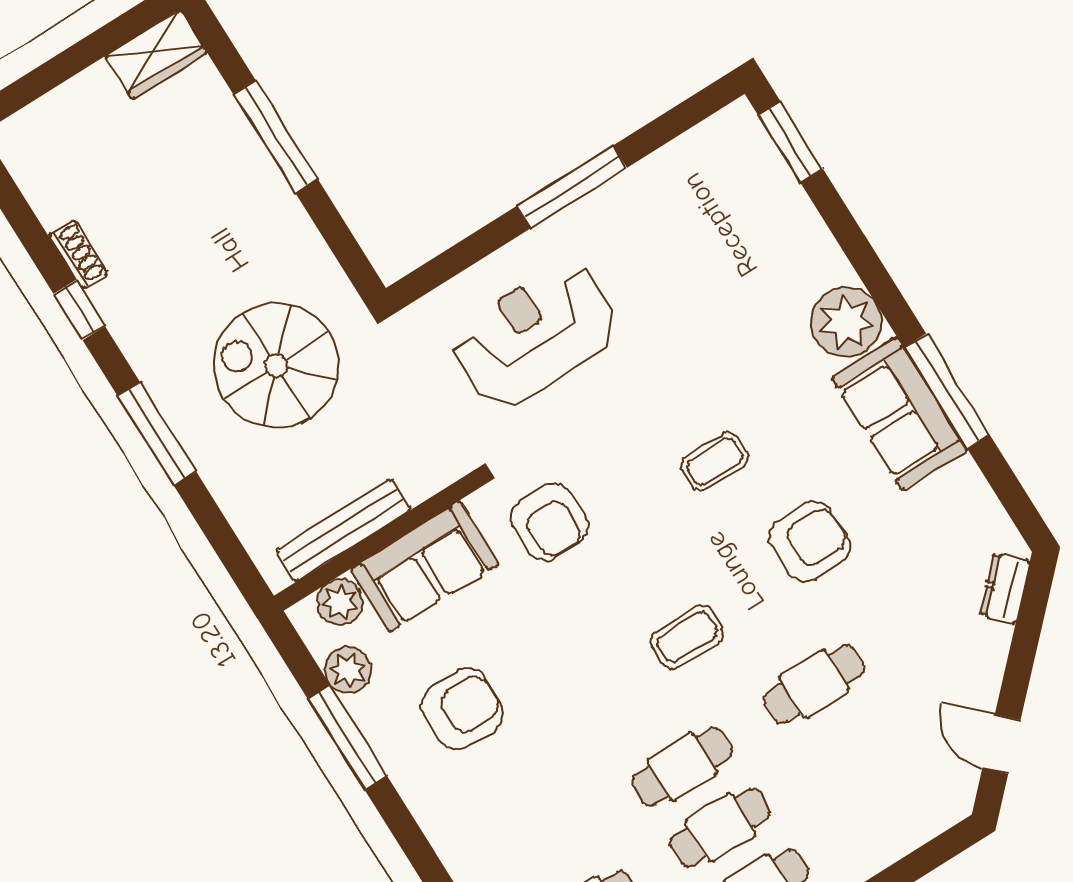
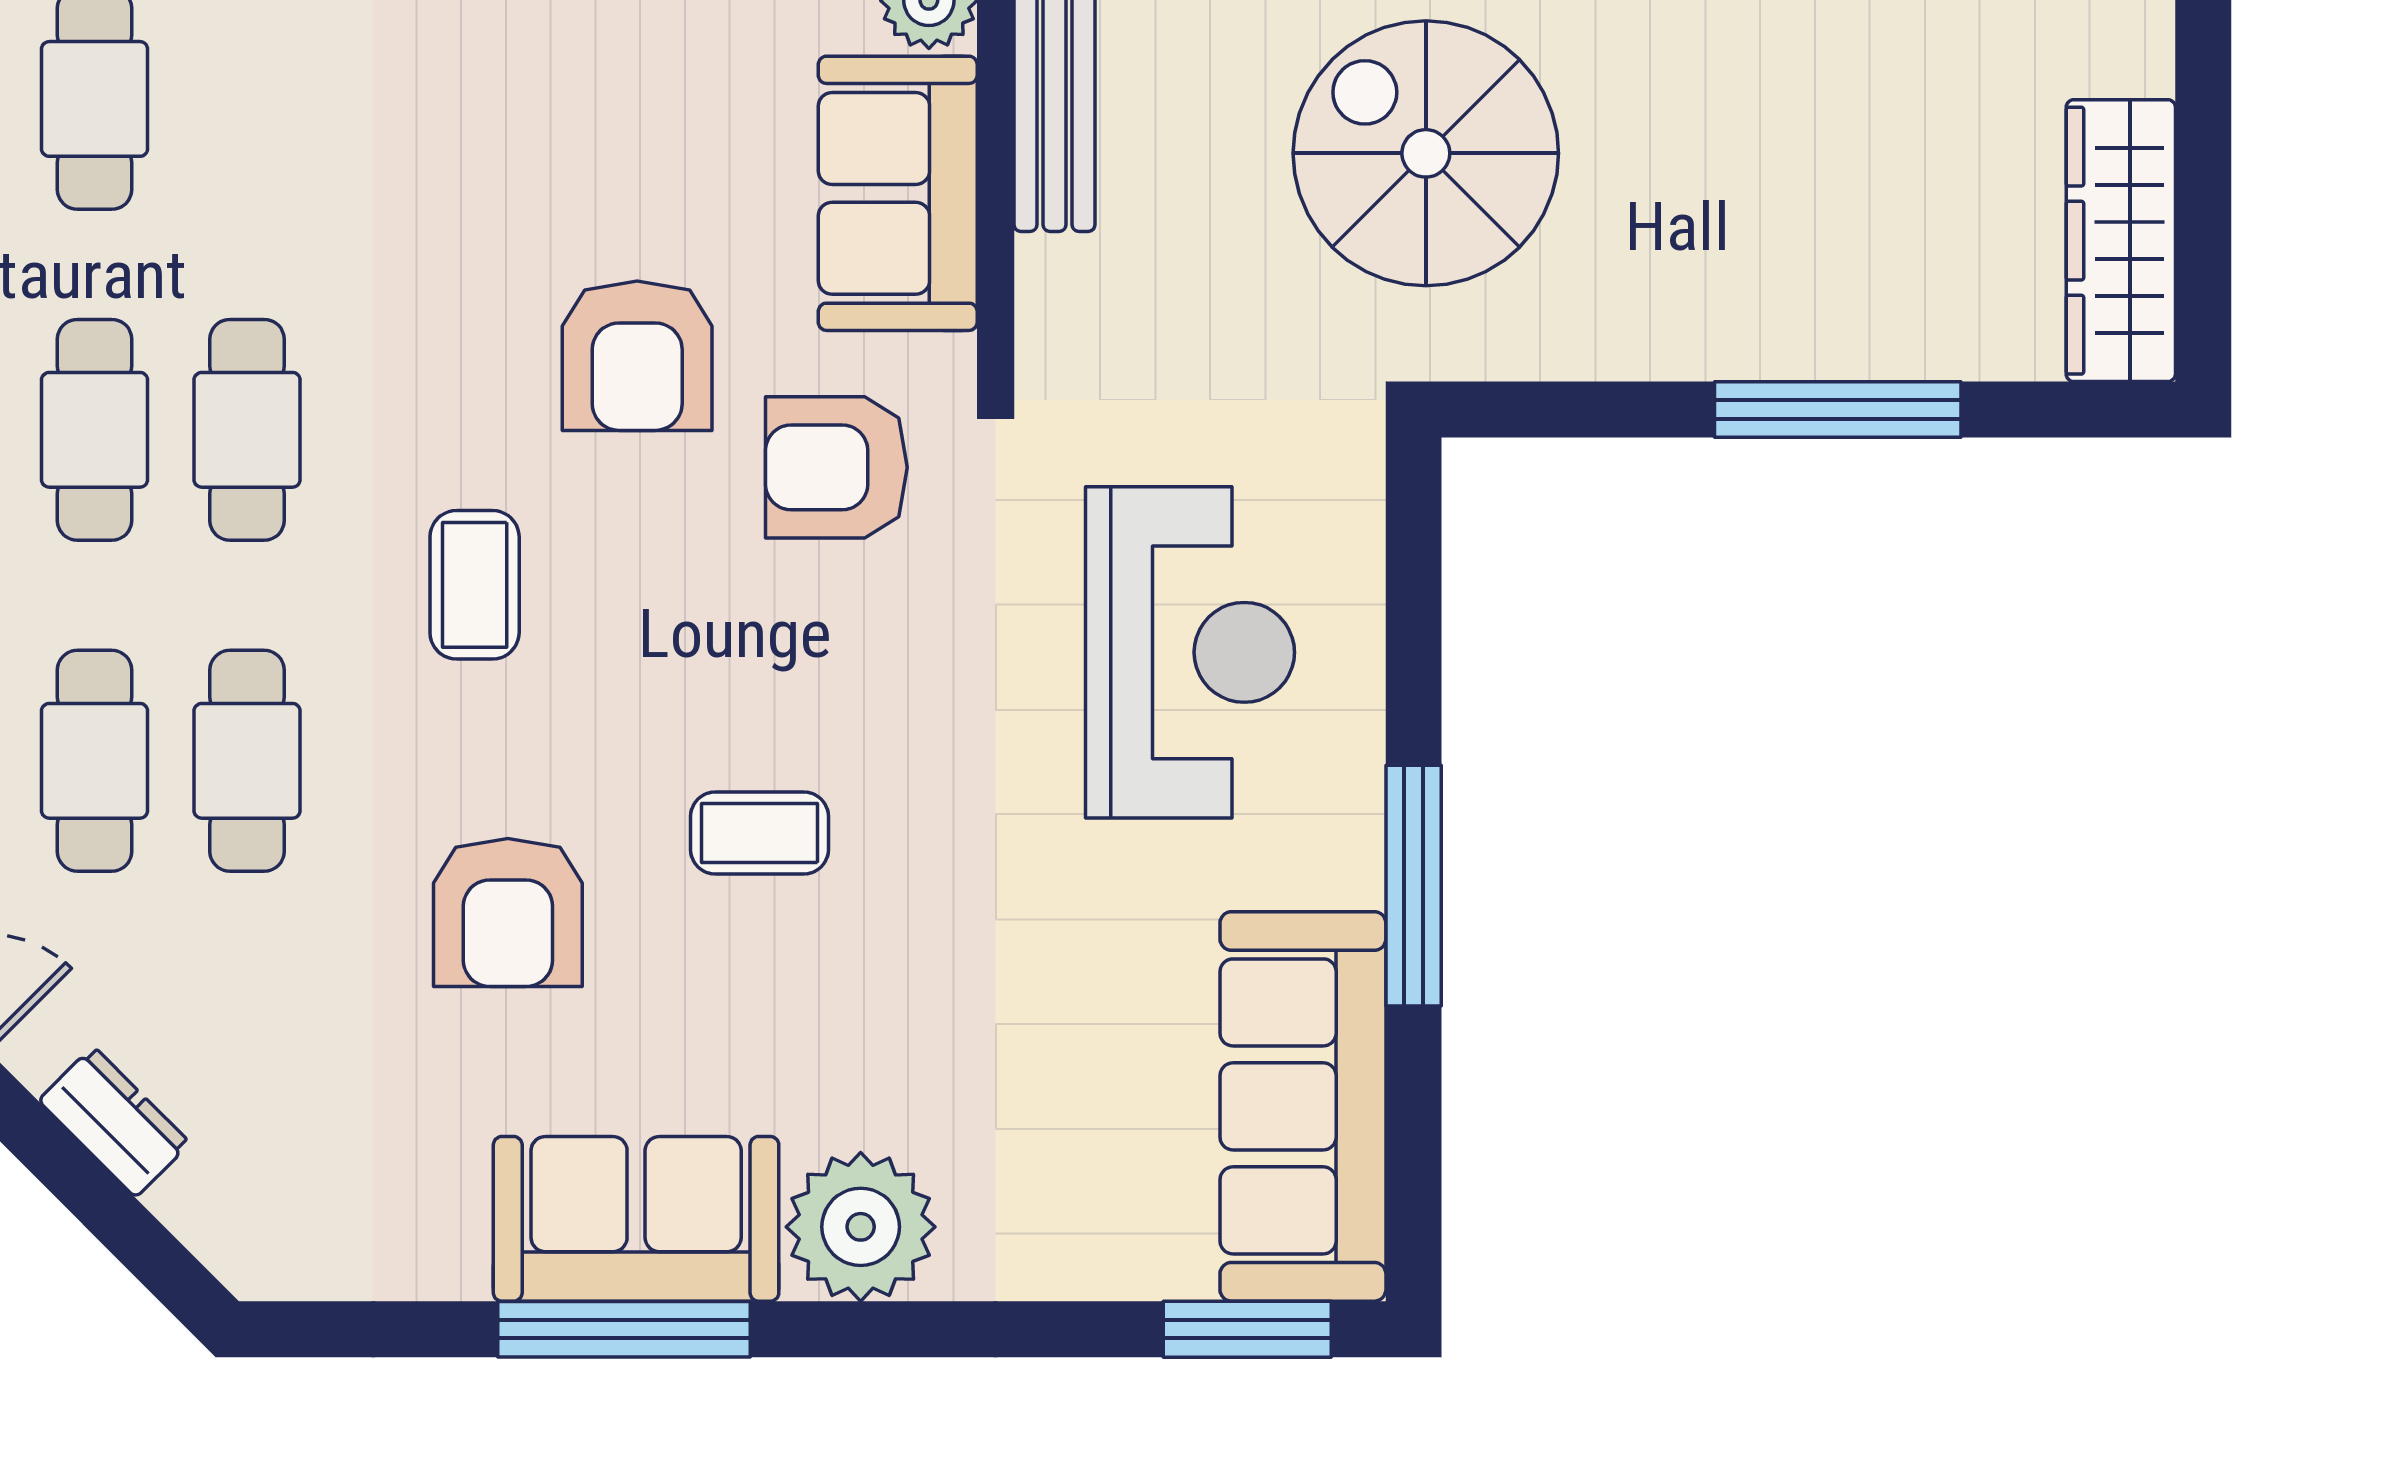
wardrobe: (156, 54) -> (2121, 241), width x1.50
sofa: (688, 176) -> (1303, 1106), added
spiral stairs: (276, 365) -> (1426, 153), turned -90
coffee table: (715, 461) -> (759, 833), turned 90
dresser: (1005, 588) -> (114, 1122), moved
armchair: (462, 709) -> (637, 356), moved
cafe table: (852, 745) -> (95, 761), added

